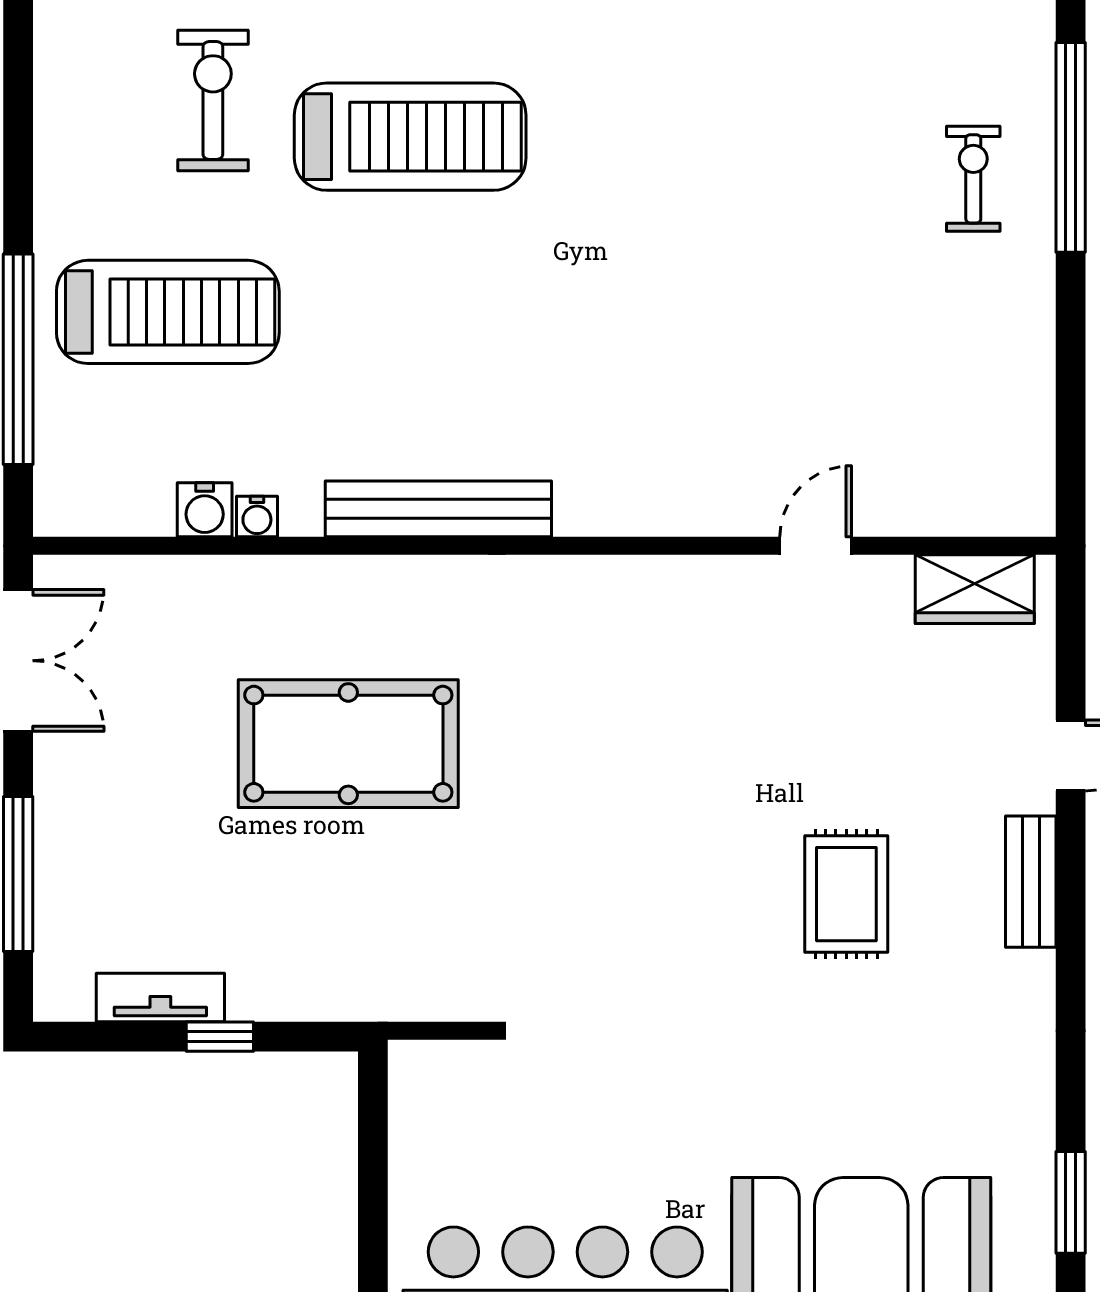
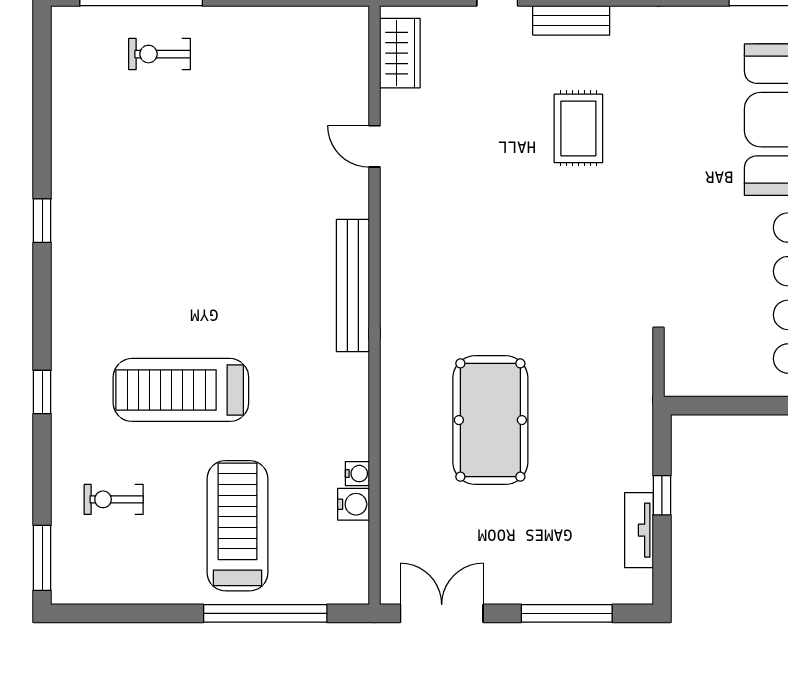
exercise bike: (213, 100) -> (114, 499), width x0.73, depth x0.72
treadmill: (410, 137) -> (181, 390), moved, turned -90
bench: (438, 509) -> (353, 285), moved
rug: (846, 894) -> (578, 128), turned 90

